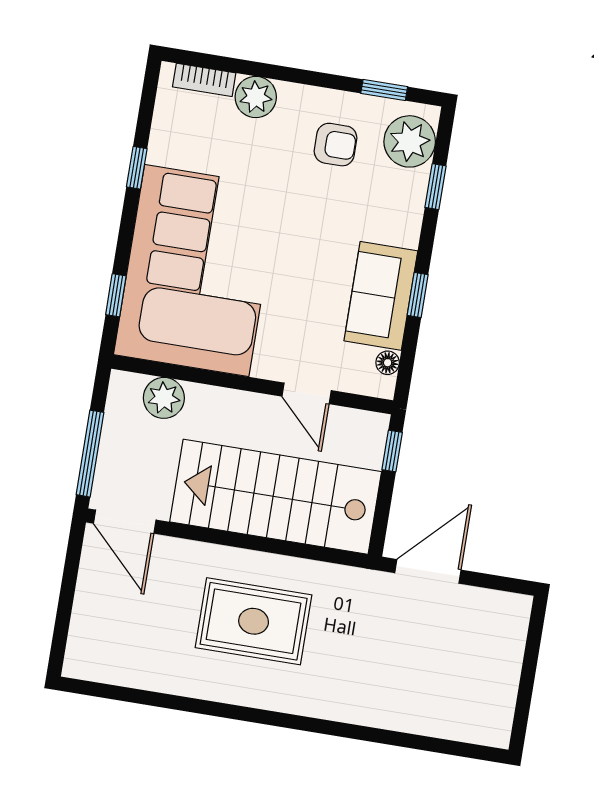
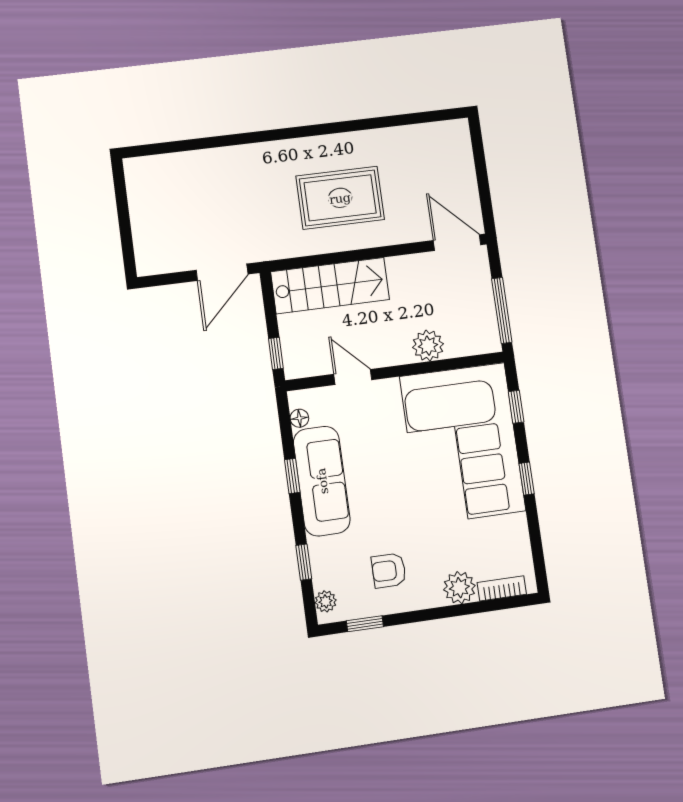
plant: (410, 141) -> (326, 601), width x0.53, depth x0.53
window: (137, 168) -> (527, 479), moved
sofa: (381, 296) -> (322, 481), width x1.36
plant: (164, 398) -> (428, 346), moved
window: (90, 454) -> (502, 310), moved
stairs: (276, 497) -> (330, 286), width x0.73, depth x0.66

